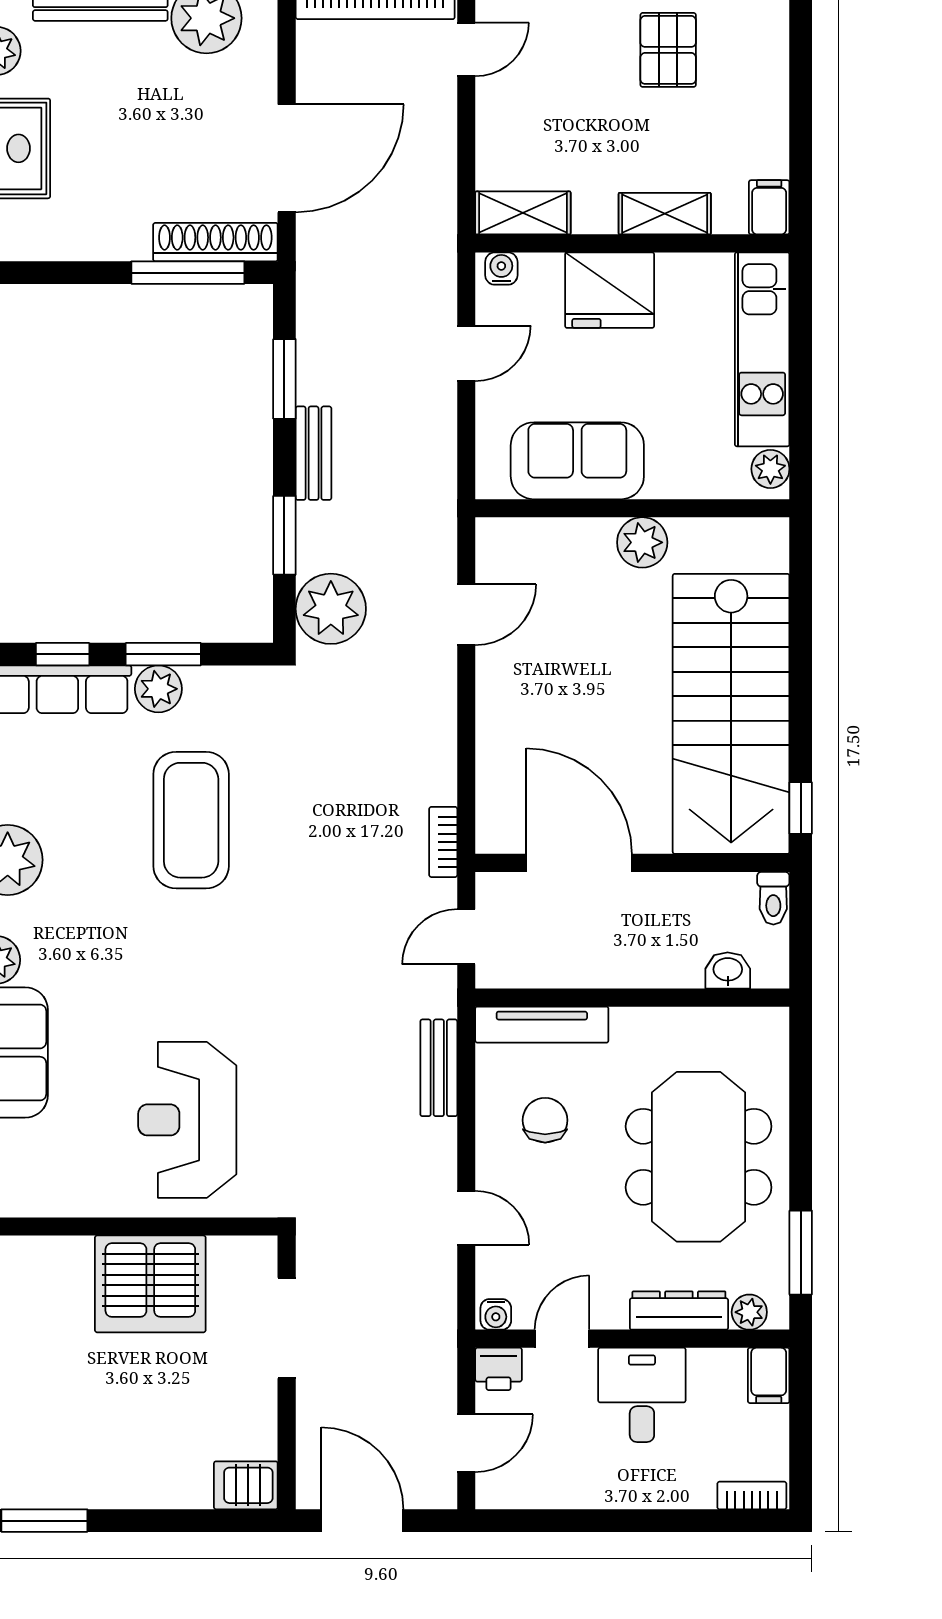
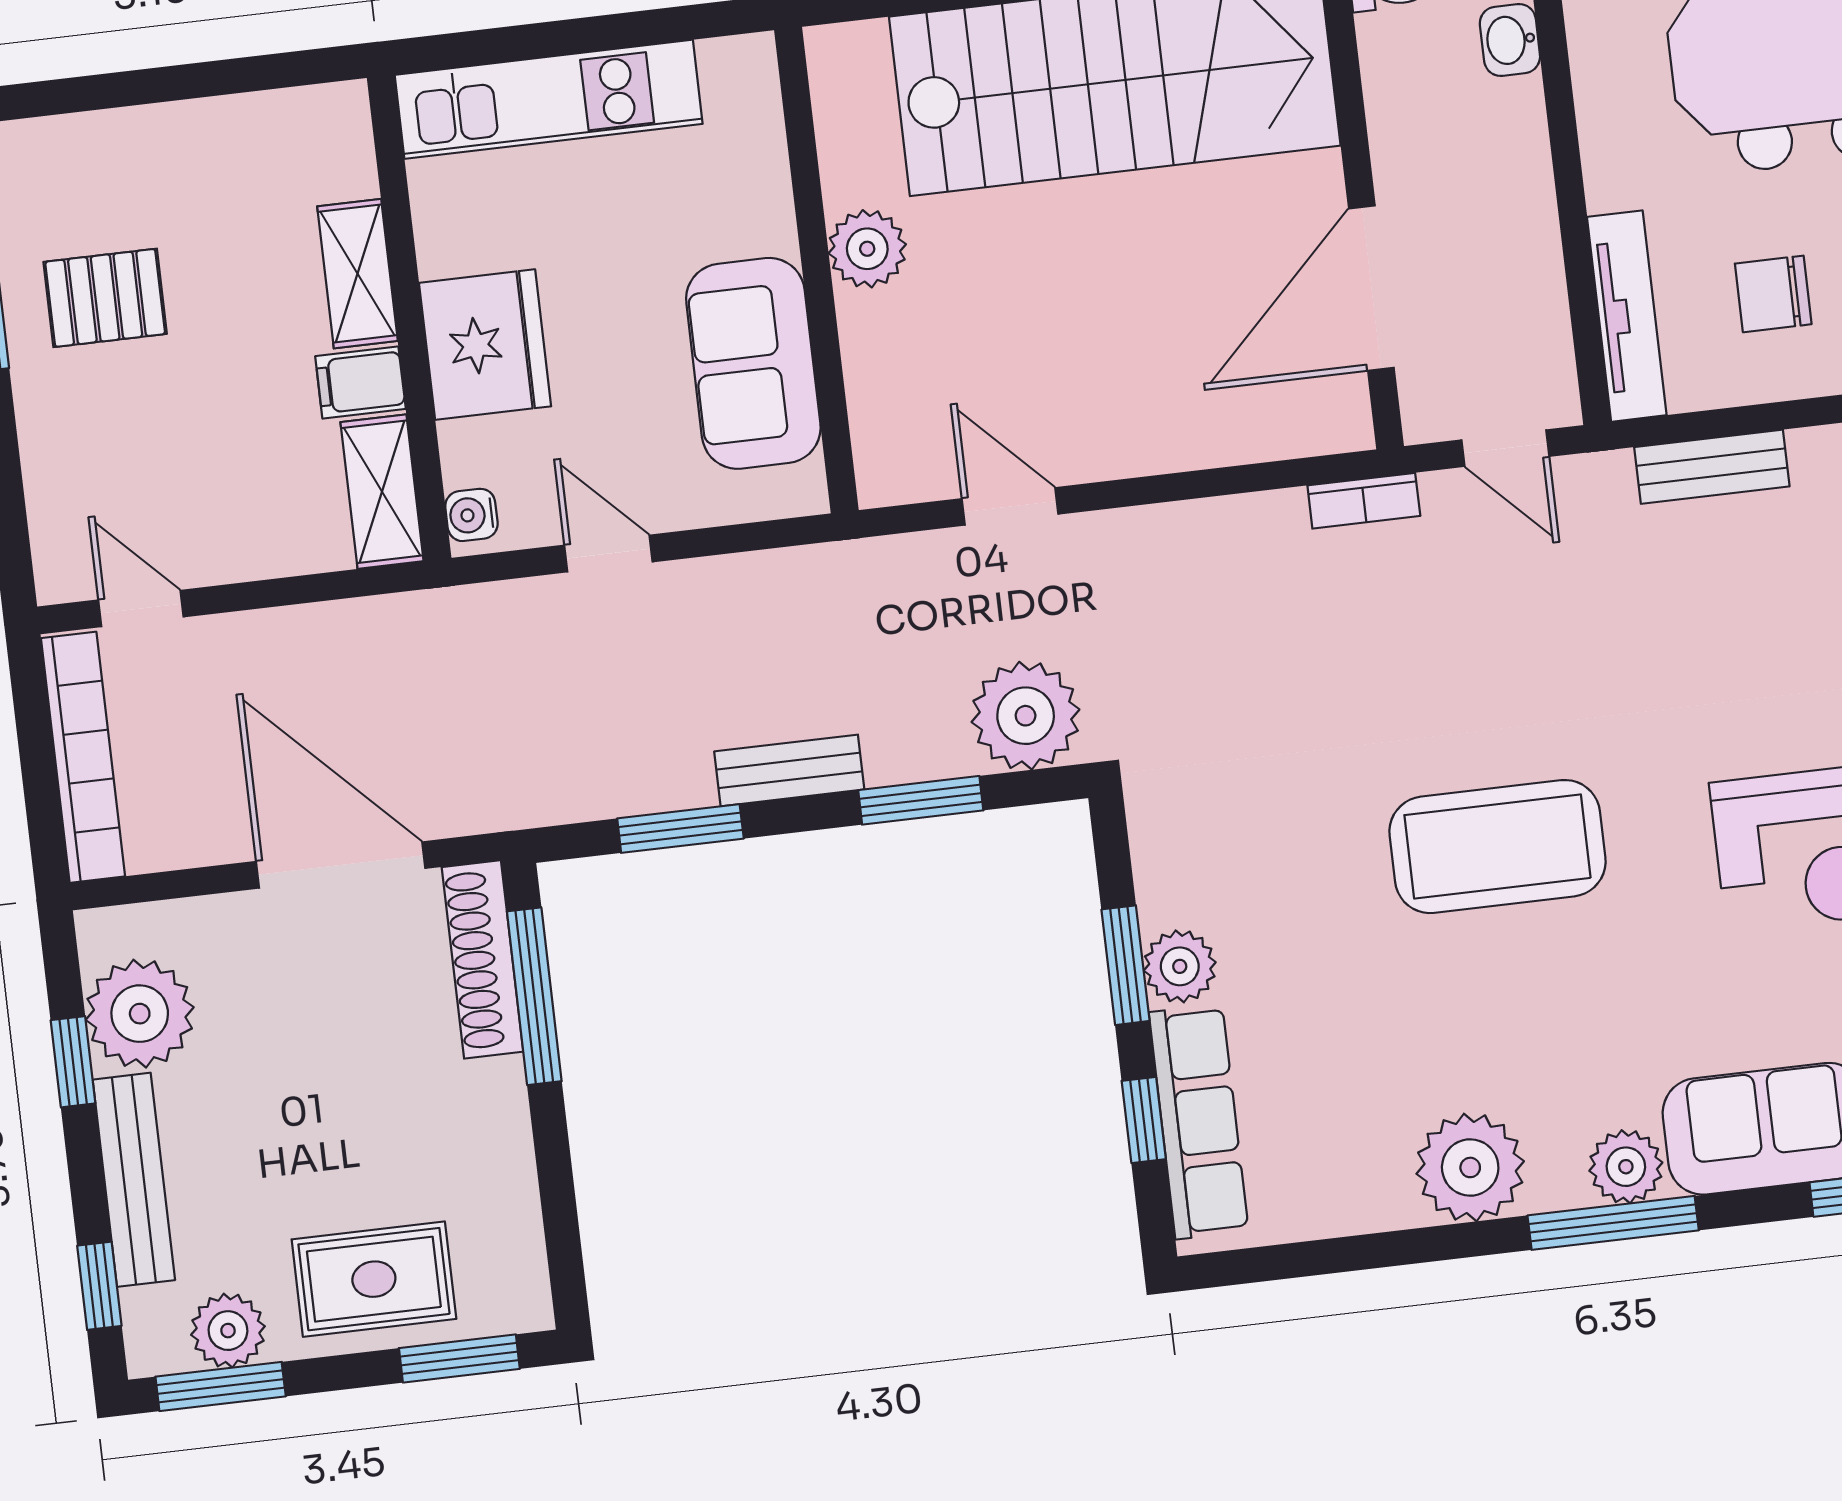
filing cabinet: (769, 207) -> (360, 383), moved
plant: (770, 469) -> (731, 65), removed
coffee table: (191, 820) -> (1497, 847), moved

